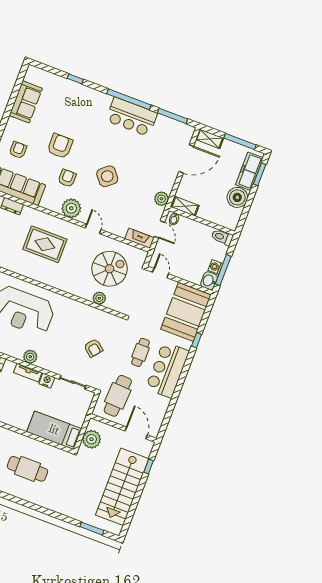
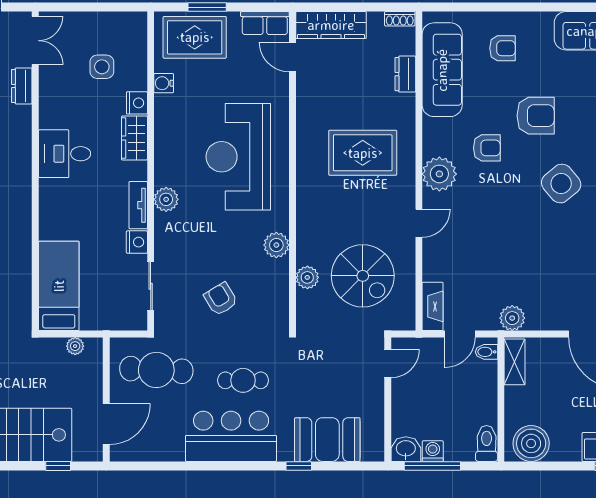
side table: (107, 176) -> (561, 184), moved
boiler: (237, 197) -> (531, 443), moved
rug: (45, 244) -> (363, 153), turned 90
plant: (76, 308) -> (276, 245), added
booth: (186, 312) -> (327, 440), width x0.73, depth x0.70
armchair: (93, 348) -> (221, 299), turned 109
plant: (92, 439) -> (75, 346), width x0.53, depth x0.53

